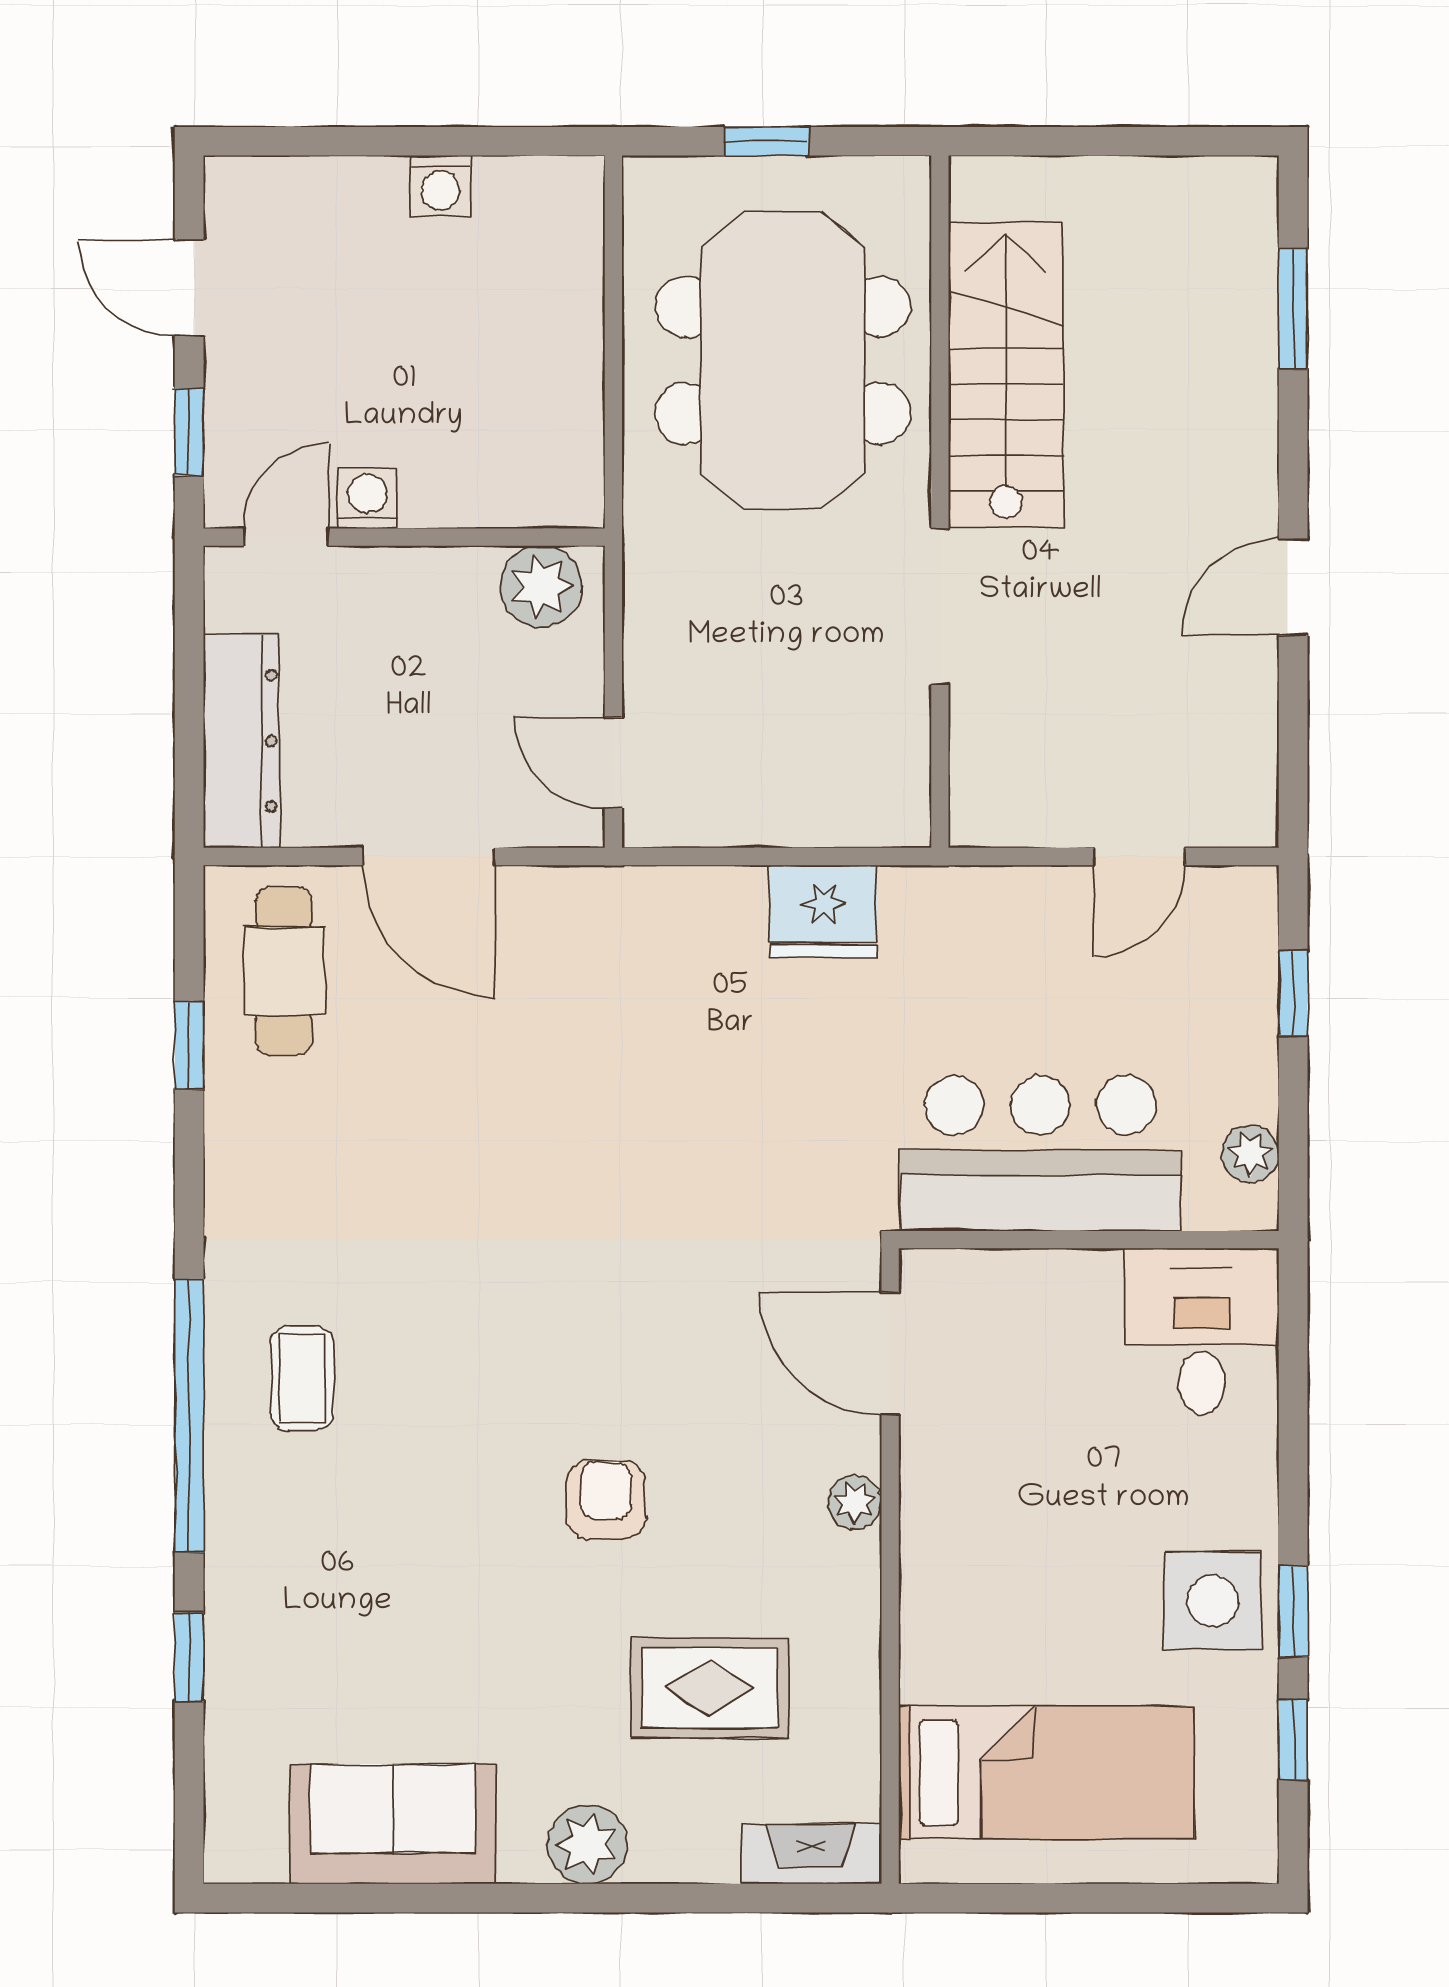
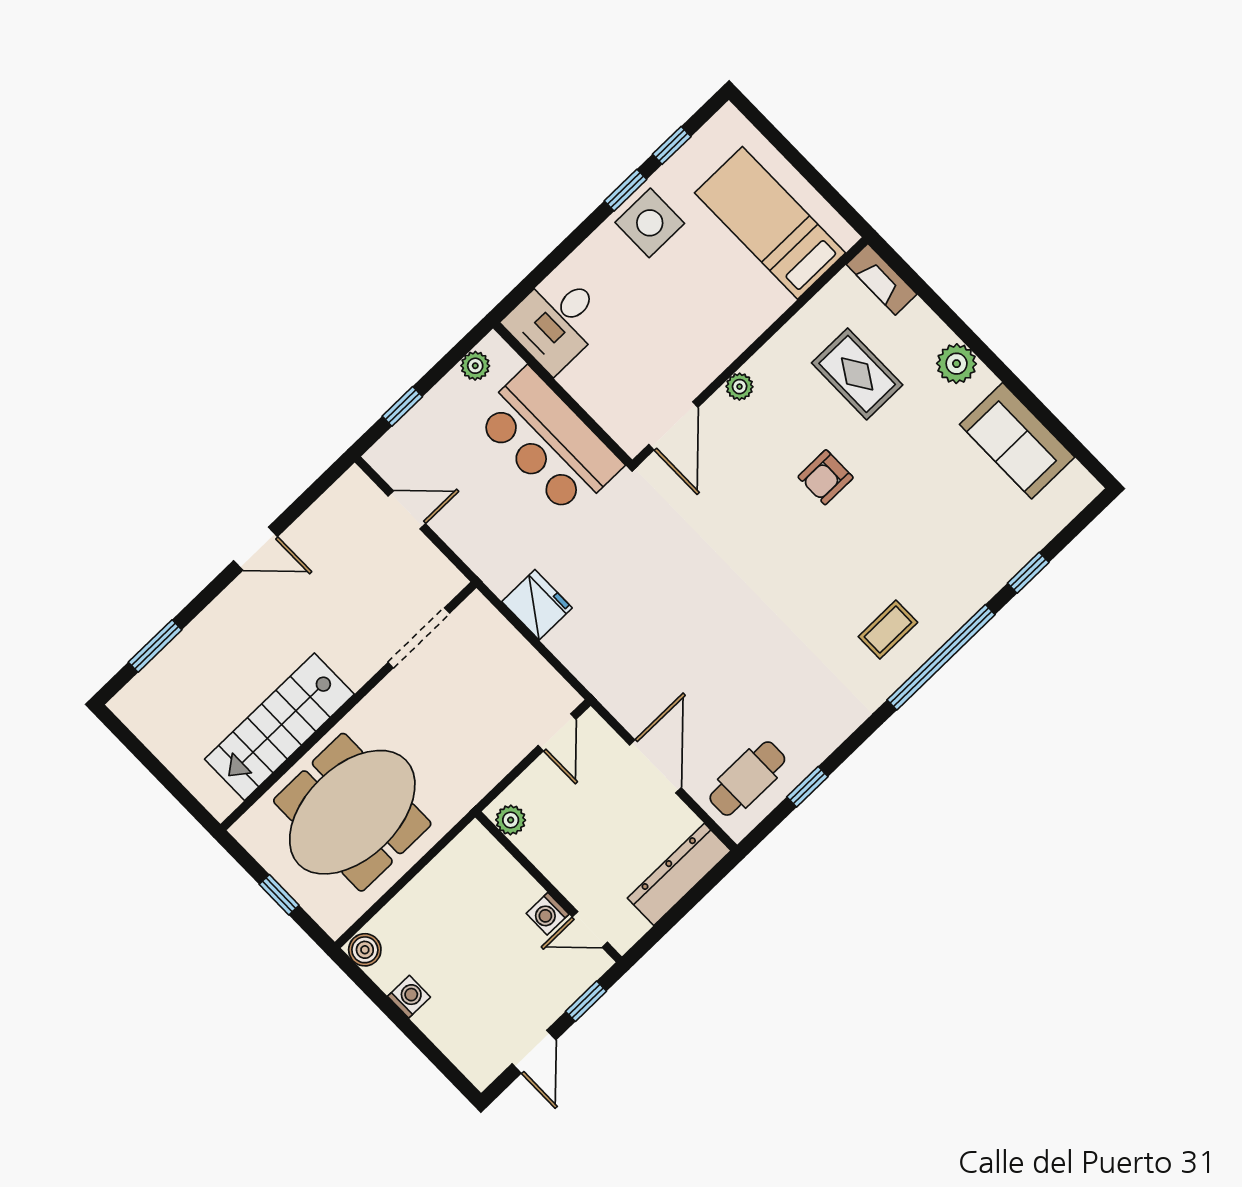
boiler: (569, 188) -> (365, 950), added
plant: (541, 587) -> (511, 820), width x0.73, depth x0.73
doorway: (940, 607) -> (419, 638), moved

